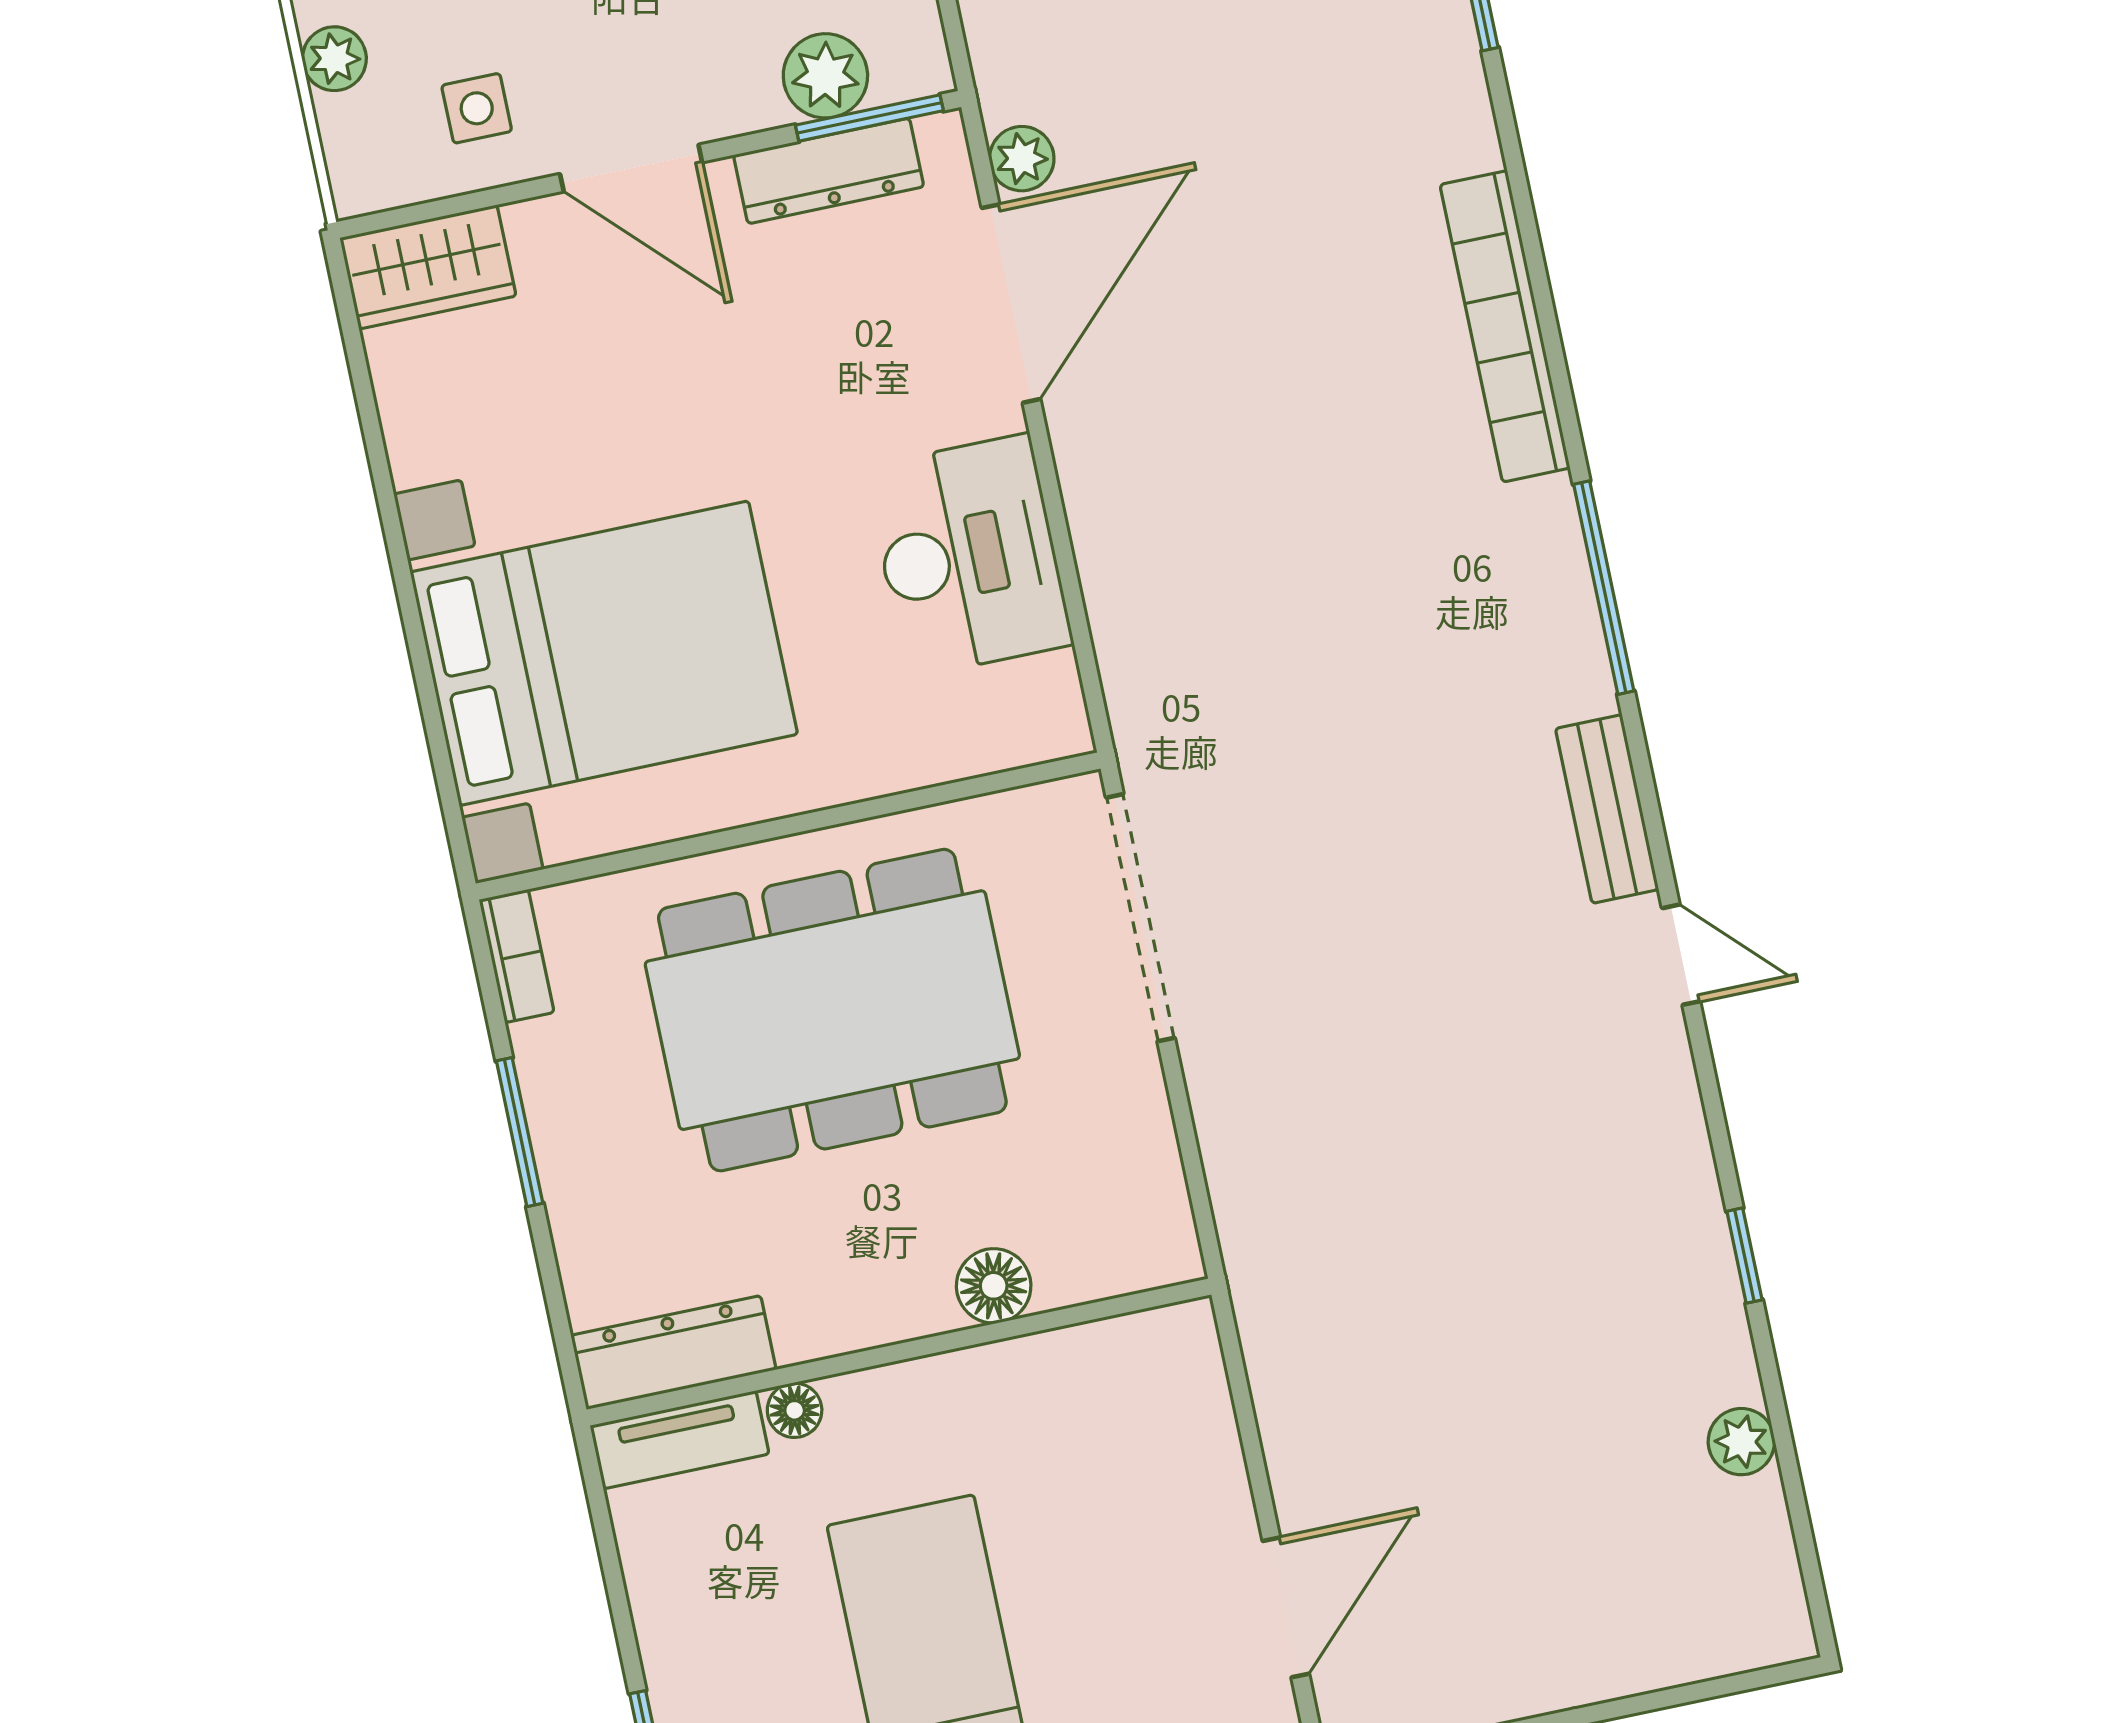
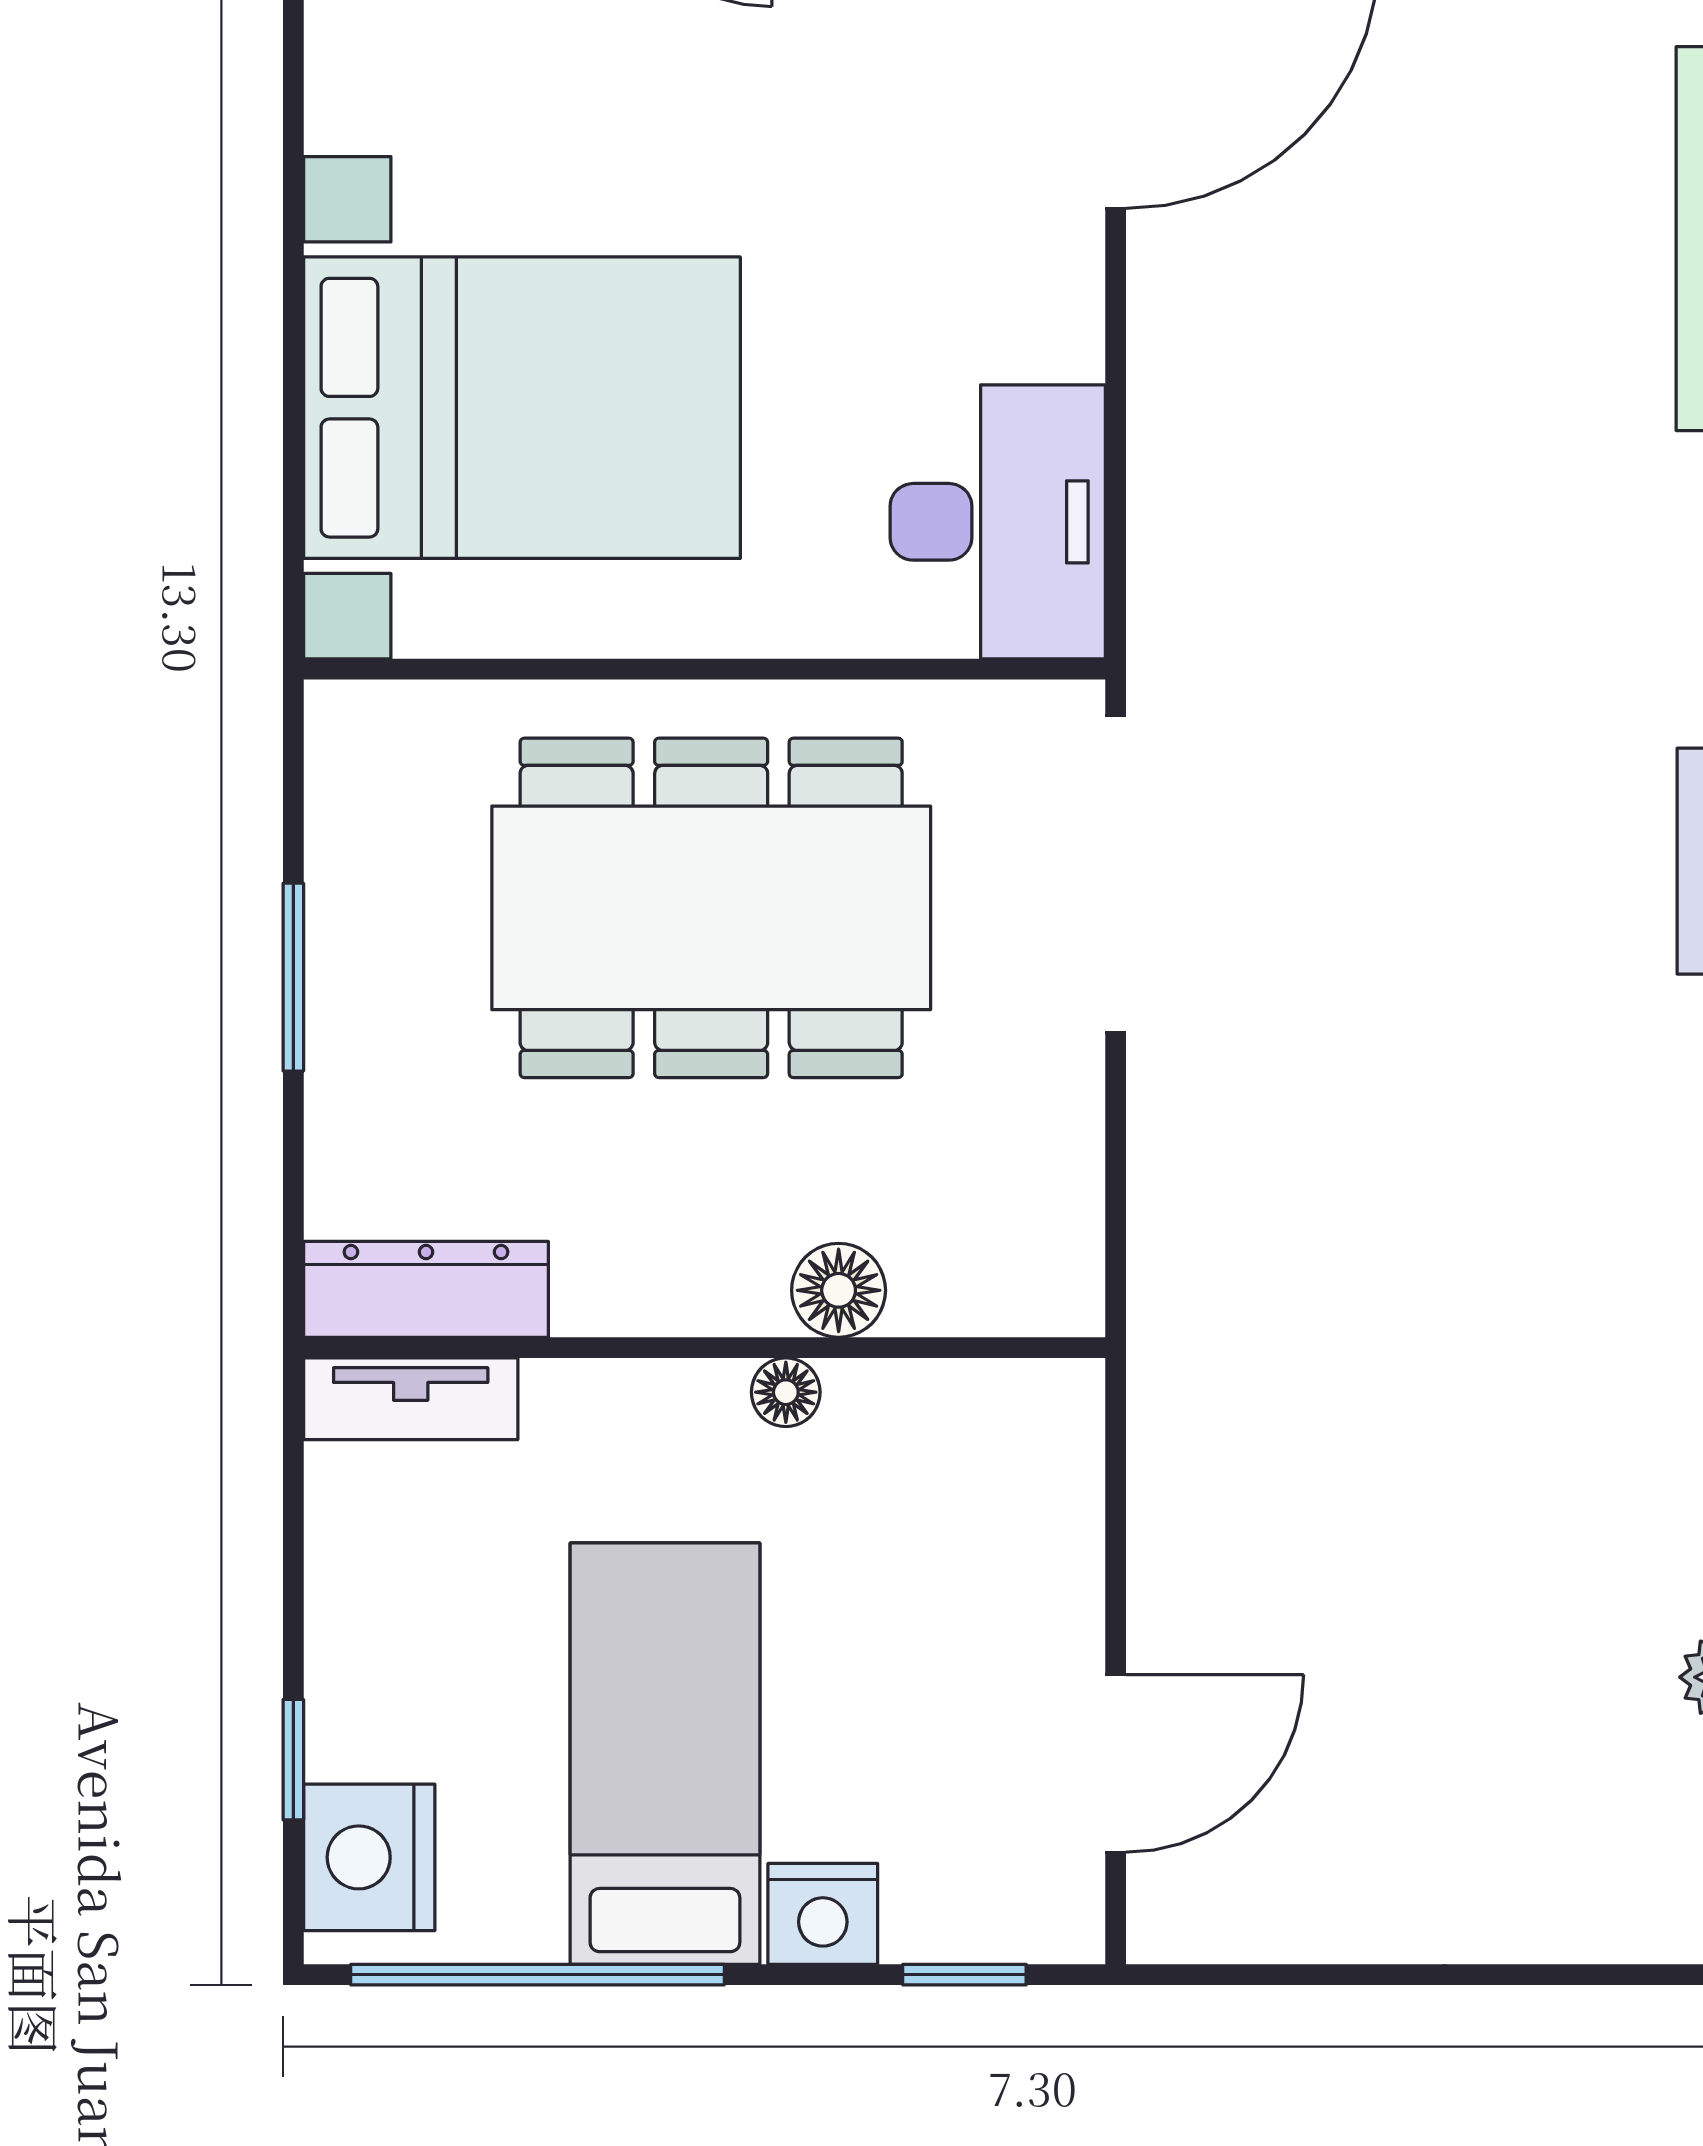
desk: (969, 556) -> (998, 522), moved
bookcase: (517, 956) -> (335, 759), removed
floor lamp: (795, 1410) -> (786, 1392), moved

